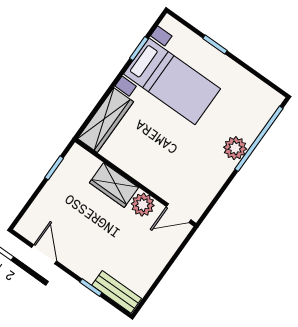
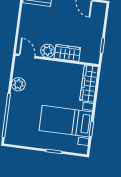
plant: (235, 148) -> (18, 84), moved
door: (179, 213) -> (27, 56), hinge flipped

